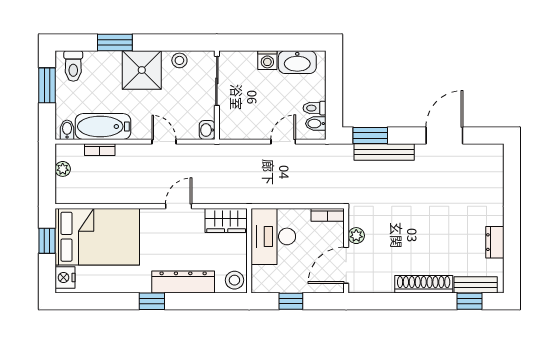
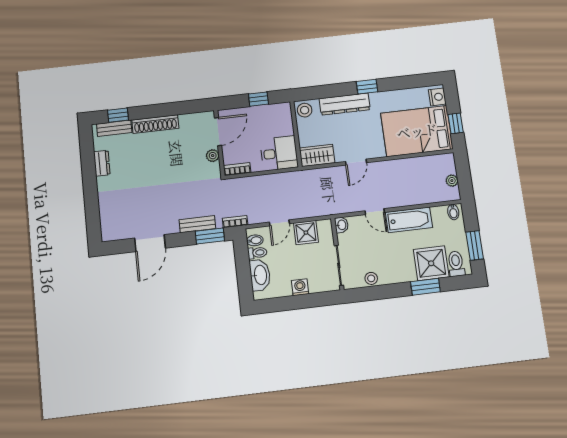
washbasin: (297, 62) -> (260, 275), moved, turned 90
shower: (142, 70) -> (431, 263), moved
bathtub: (103, 126) -> (409, 220), moved
shower: (252, 126) -> (306, 233), added
bookcase: (100, 150) -> (235, 222), moved
bench: (384, 152) -> (197, 224), width x0.73
desk: (273, 236) -> (279, 153), width x0.73

